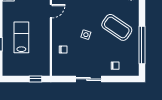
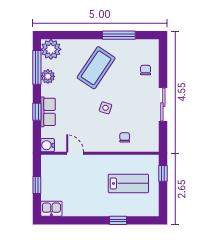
lab bench: (21, 37) -> (128, 183), moved, turned 180
window: (142, 45) -> (119, 35), width x0.68

